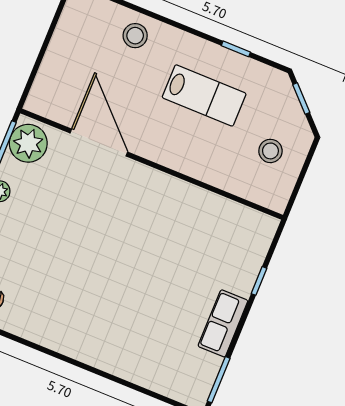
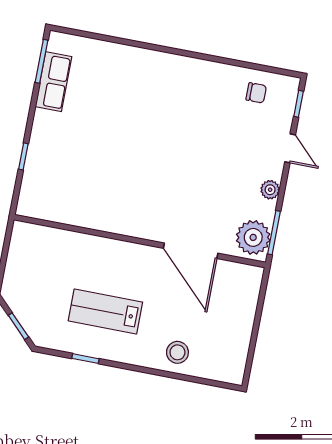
stool: (270, 151) -> (36, 274), removed
row of seats: (223, 323) -> (54, 82), moved

